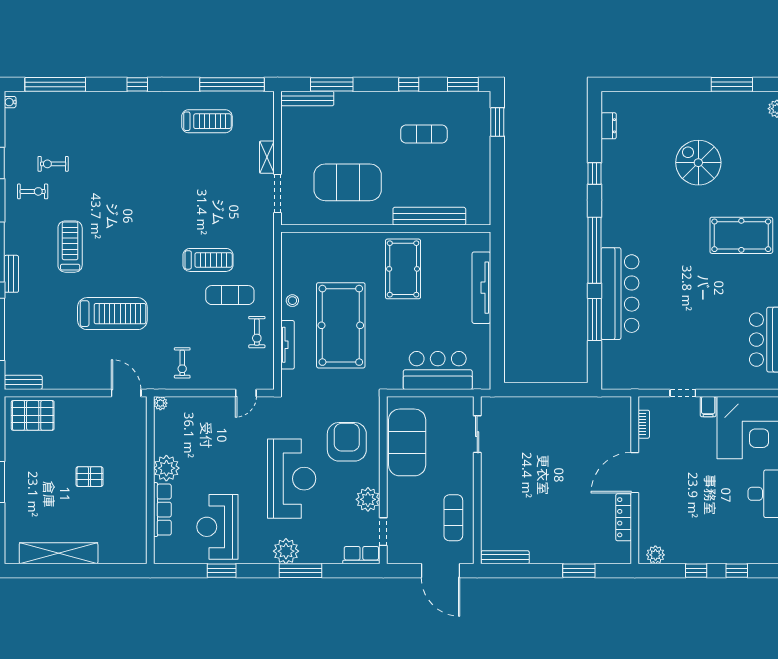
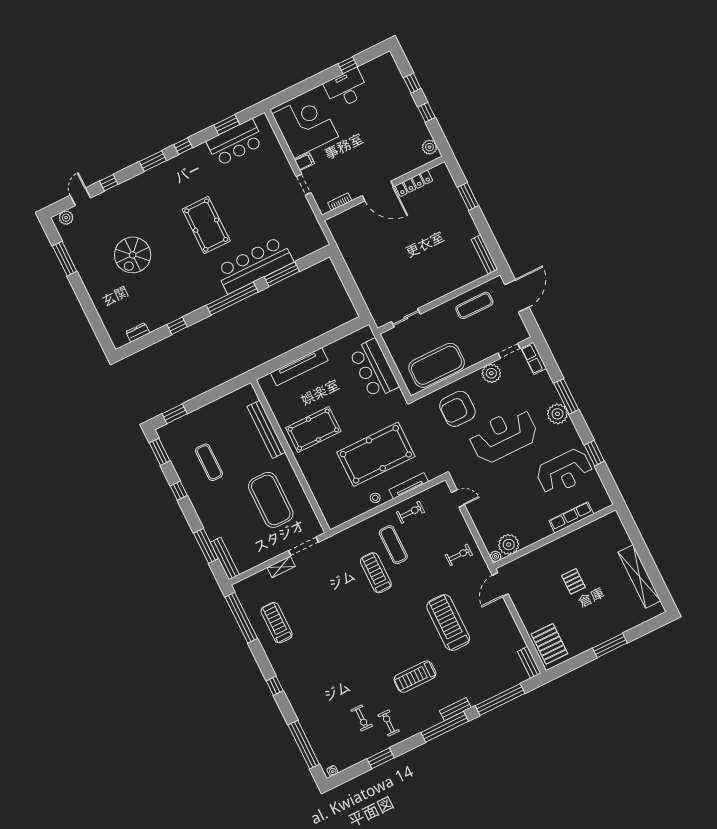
pool table: (741, 235) -> (206, 225), moved
plant: (166, 468) -> (509, 545), moved

